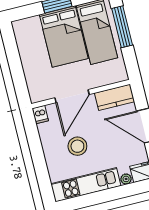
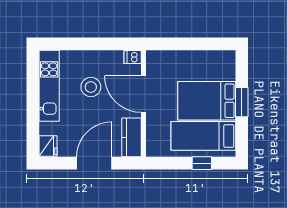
window: (122, 27) -> (202, 163), width x0.46
plant: (126, 179) -> (45, 128), removed

